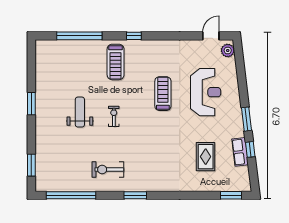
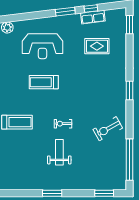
reception desk: (206, 92) -> (42, 46), turned 180
weight bench: (80, 112) -> (59, 152), turned 90
exercise bike: (108, 170) -> (108, 129), turned 61
window: (135, 195) -> (129, 90), moved

